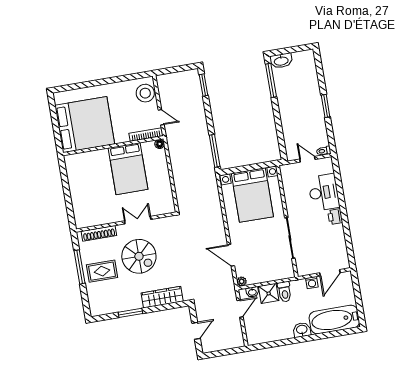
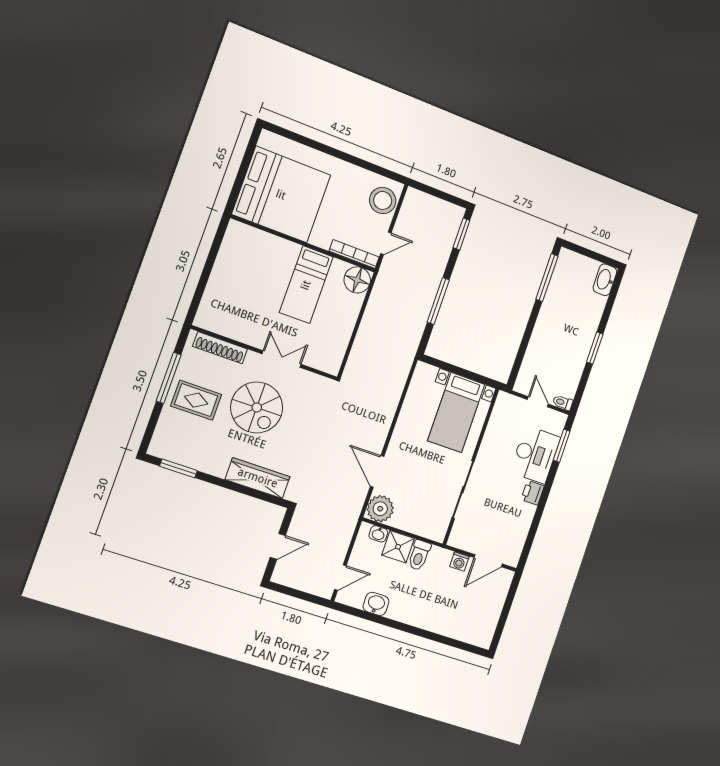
washbasin: (281, 61) -> (605, 280), moved, turned 90
door: (161, 117) -> (386, 243), hinge flipped
floor lamp: (160, 144) -> (357, 280), width x1.89, depth x1.89
window: (215, 151) -> (438, 301), moved
bed: (128, 169) -> (306, 285), width x0.67
window: (338, 178) -> (562, 446), added
bed with nightstands: (252, 195) -> (456, 412), width x0.73
plant: (242, 281) -> (380, 509), width x1.88, depth x1.88
door: (240, 309) -> (340, 577), moved
window: (130, 313) -> (178, 468), moved
bathtub: (334, 320) -> (462, 624), removed
washbasin: (302, 330) -> (376, 604), moved

